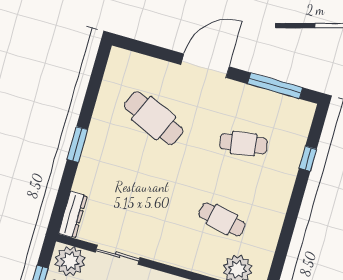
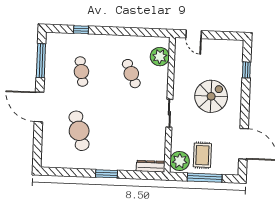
cafe table: (154, 118) -> (79, 131), turned -39
cafe table: (222, 219) -> (131, 74), turned -36
sliding door: (118, 255) -> (169, 113), moved

